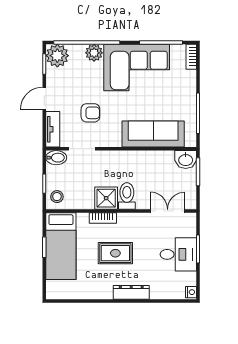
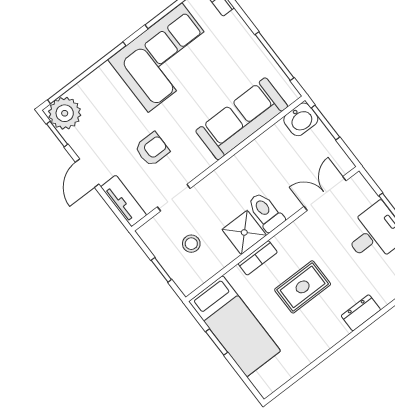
plant: (94, 53) -> (104, 78), removed
bidet: (56, 158) -> (152, 230), removed
stool: (57, 197) -> (191, 244), moved
dresser: (131, 292) -> (361, 313), width x0.70

